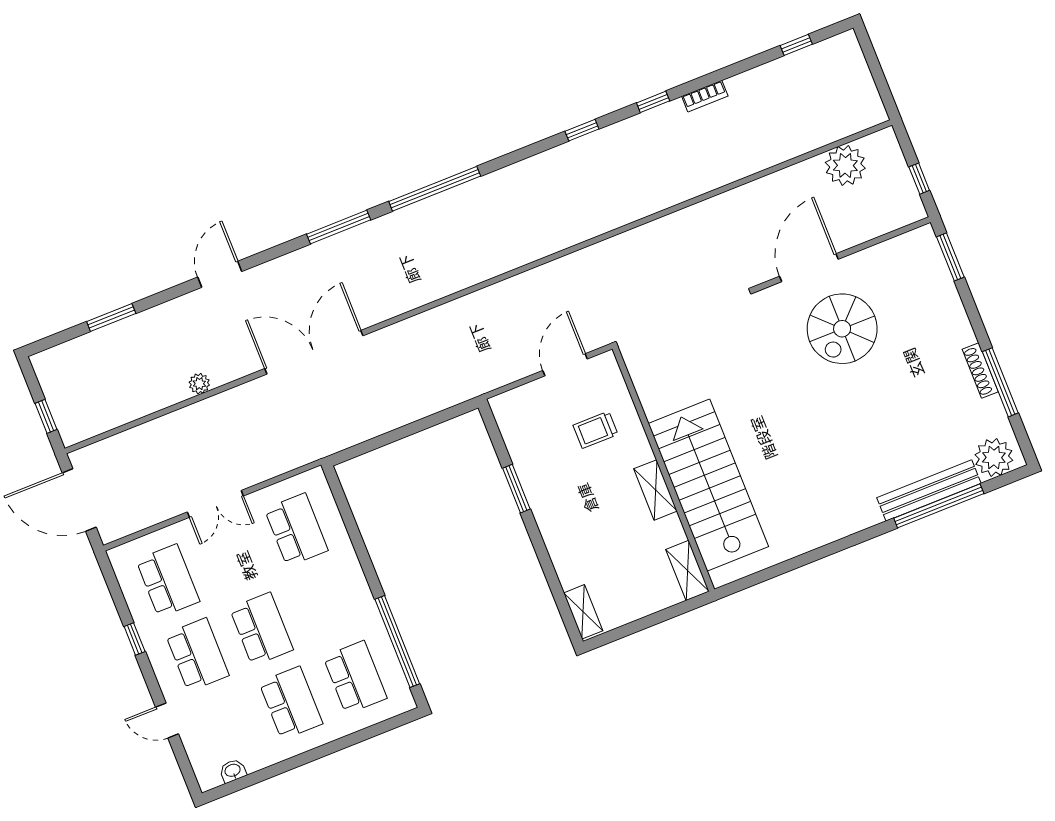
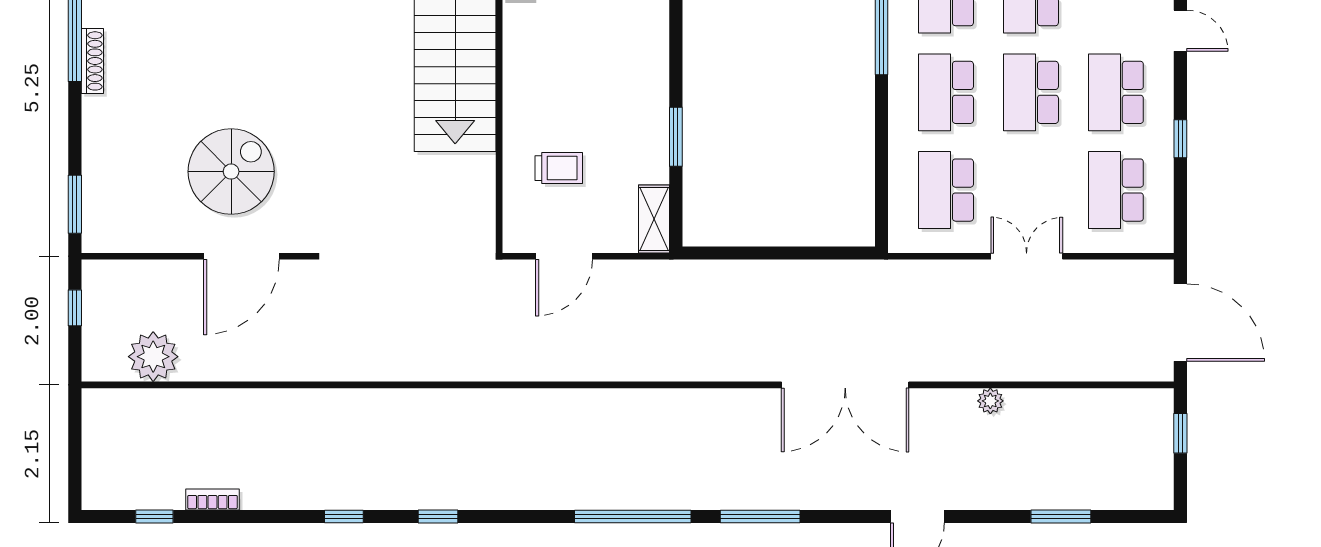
bookcase: (705, 96) -> (212, 500), moved
shelving: (655, 490) -> (654, 219), moved
school desk: (326, 604) -> (946, 92), added

